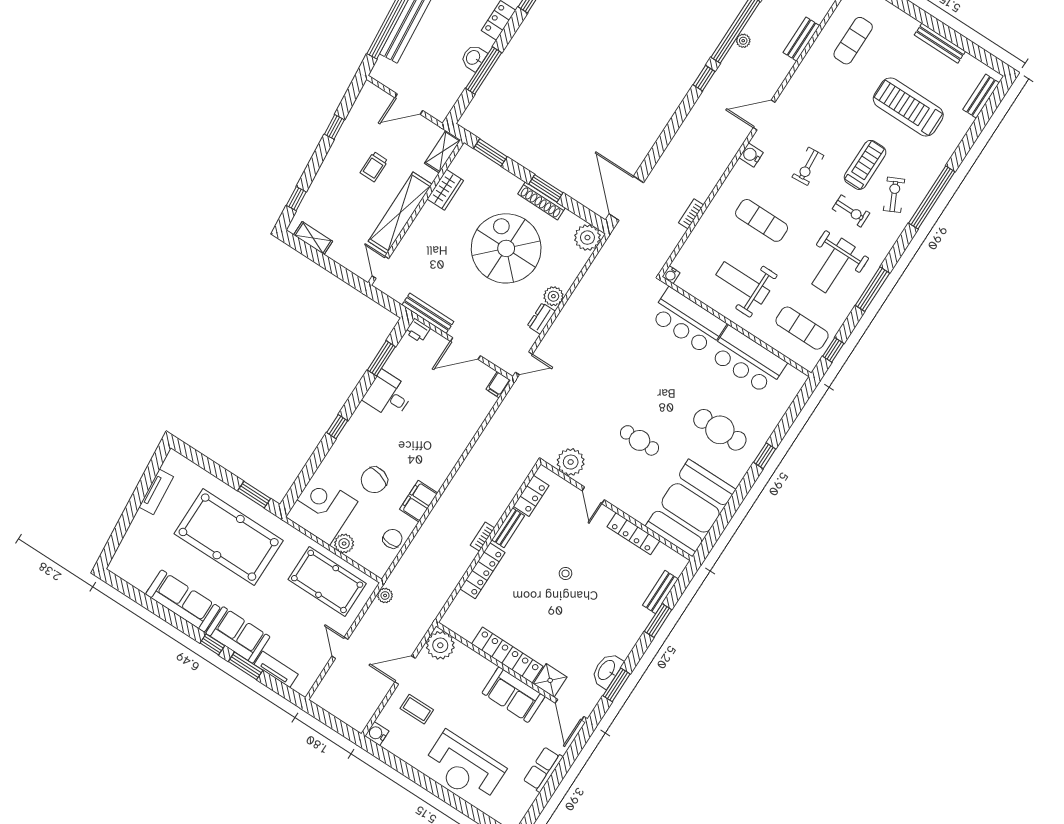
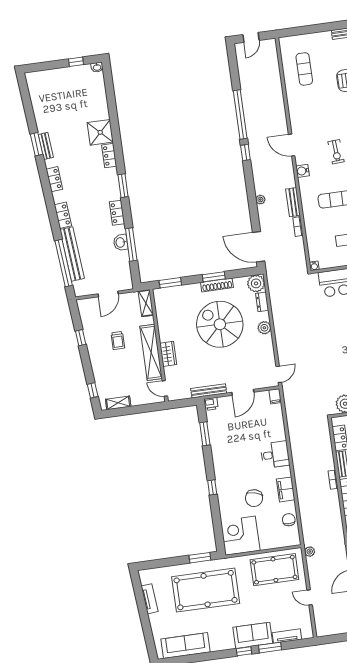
bench: (801, 39) -> (293, 202), moved
plant: (743, 41) -> (260, 200), moved
door: (764, 115) -> (292, 145), hinge flipped
wardrobe: (445, 190) -> (168, 354), moved
dresser: (541, 319) -> (262, 302), moved
desk: (388, 395) -> (275, 455), moved, turned 180
plant: (344, 544) -> (266, 543), removed
sofa: (183, 601) -> (185, 646), moved

